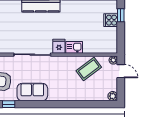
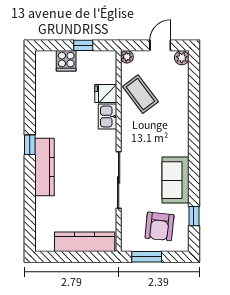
window: (121, 15) -> (83, 45), moved
fridge: (59, 46) -> (106, 94), moved
door: (121, 71) -> (160, 45), moved

